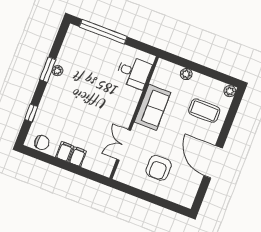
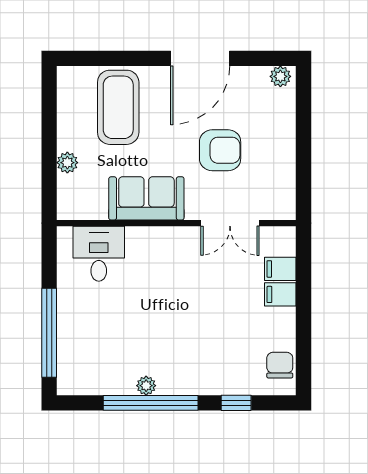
window: (48, 70) -> (151, 403), width x2.11
plant: (230, 91) -> (280, 76), moved
coffee table: (204, 111) -> (118, 107), width x1.36, depth x1.32
filing cabinet: (65, 152) -> (280, 269), moved
armchair: (159, 168) -> (220, 150), moved

